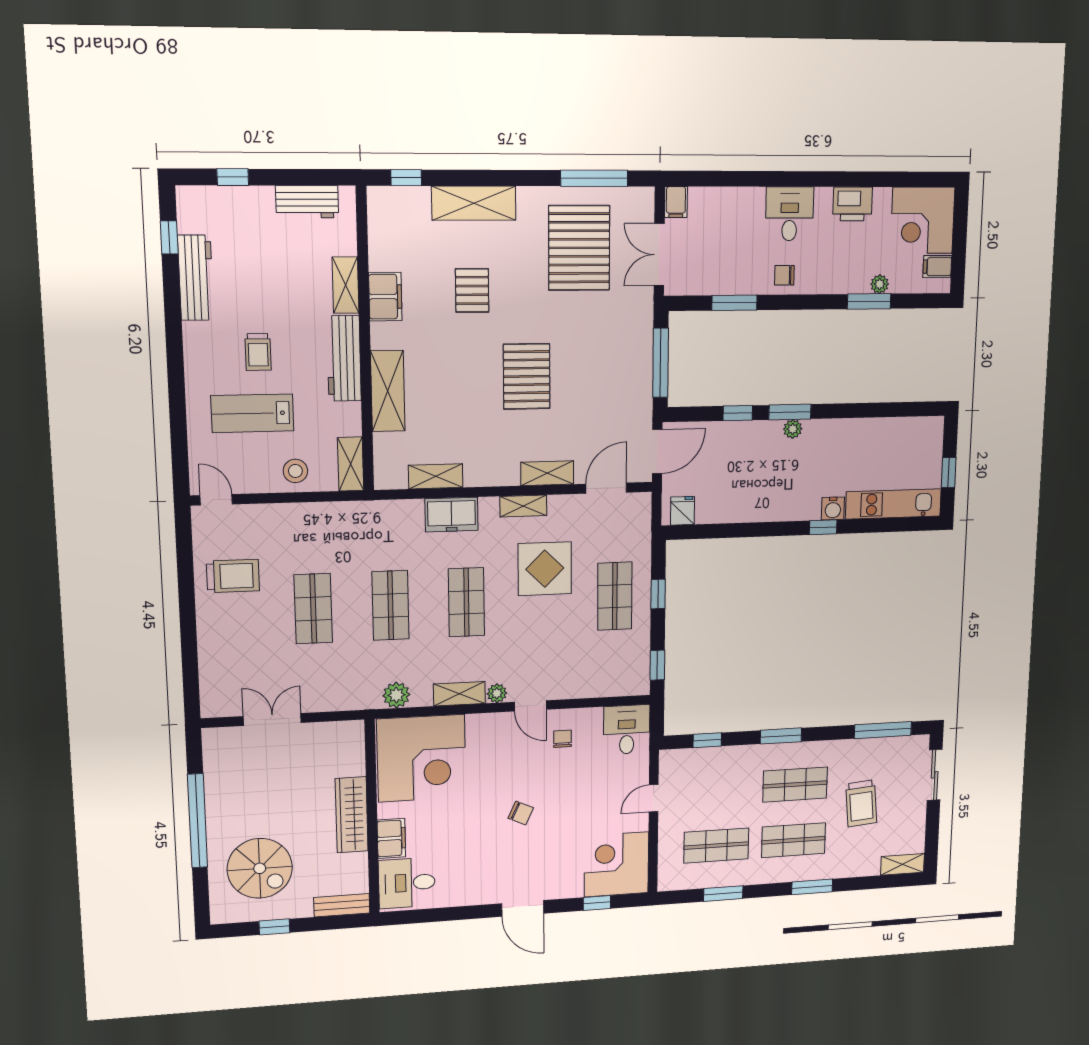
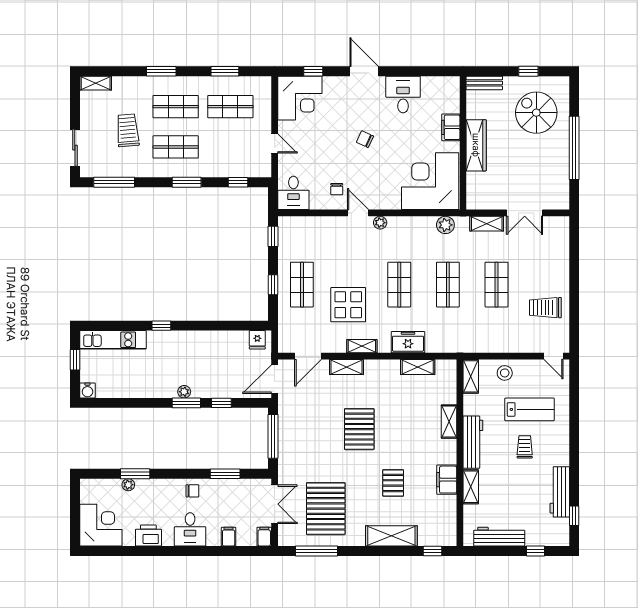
workbench: (307, 202) -> (499, 537), width x1.38
filing cabinet: (937, 267) -> (229, 537), moved, turned -90
shelving: (388, 391) -> (449, 422), width x0.67, depth x0.75
water cooler: (833, 508) -> (87, 390), moved, turned 180
shelving: (459, 694) -> (487, 224), moved
door: (654, 798) -> (275, 144), hinge flipped
desk: (407, 883) -> (403, 95), moved, turned -90

